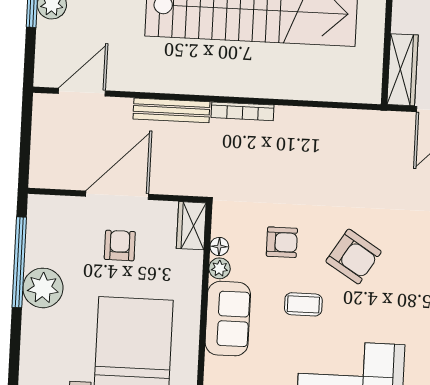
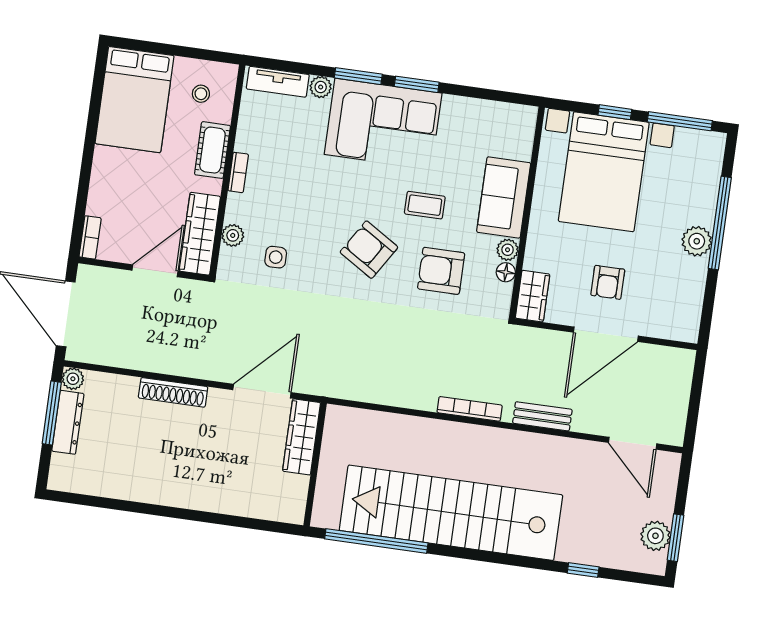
door: (82, 92) -> (633, 443), hinge flipped
bench: (171, 110) -> (542, 416), width x0.73
armchair: (282, 242) -> (441, 271), width x1.38, depth x1.38
window: (19, 262) -> (720, 223), moved
plant: (43, 288) -> (697, 241), width x0.73, depth x0.73

